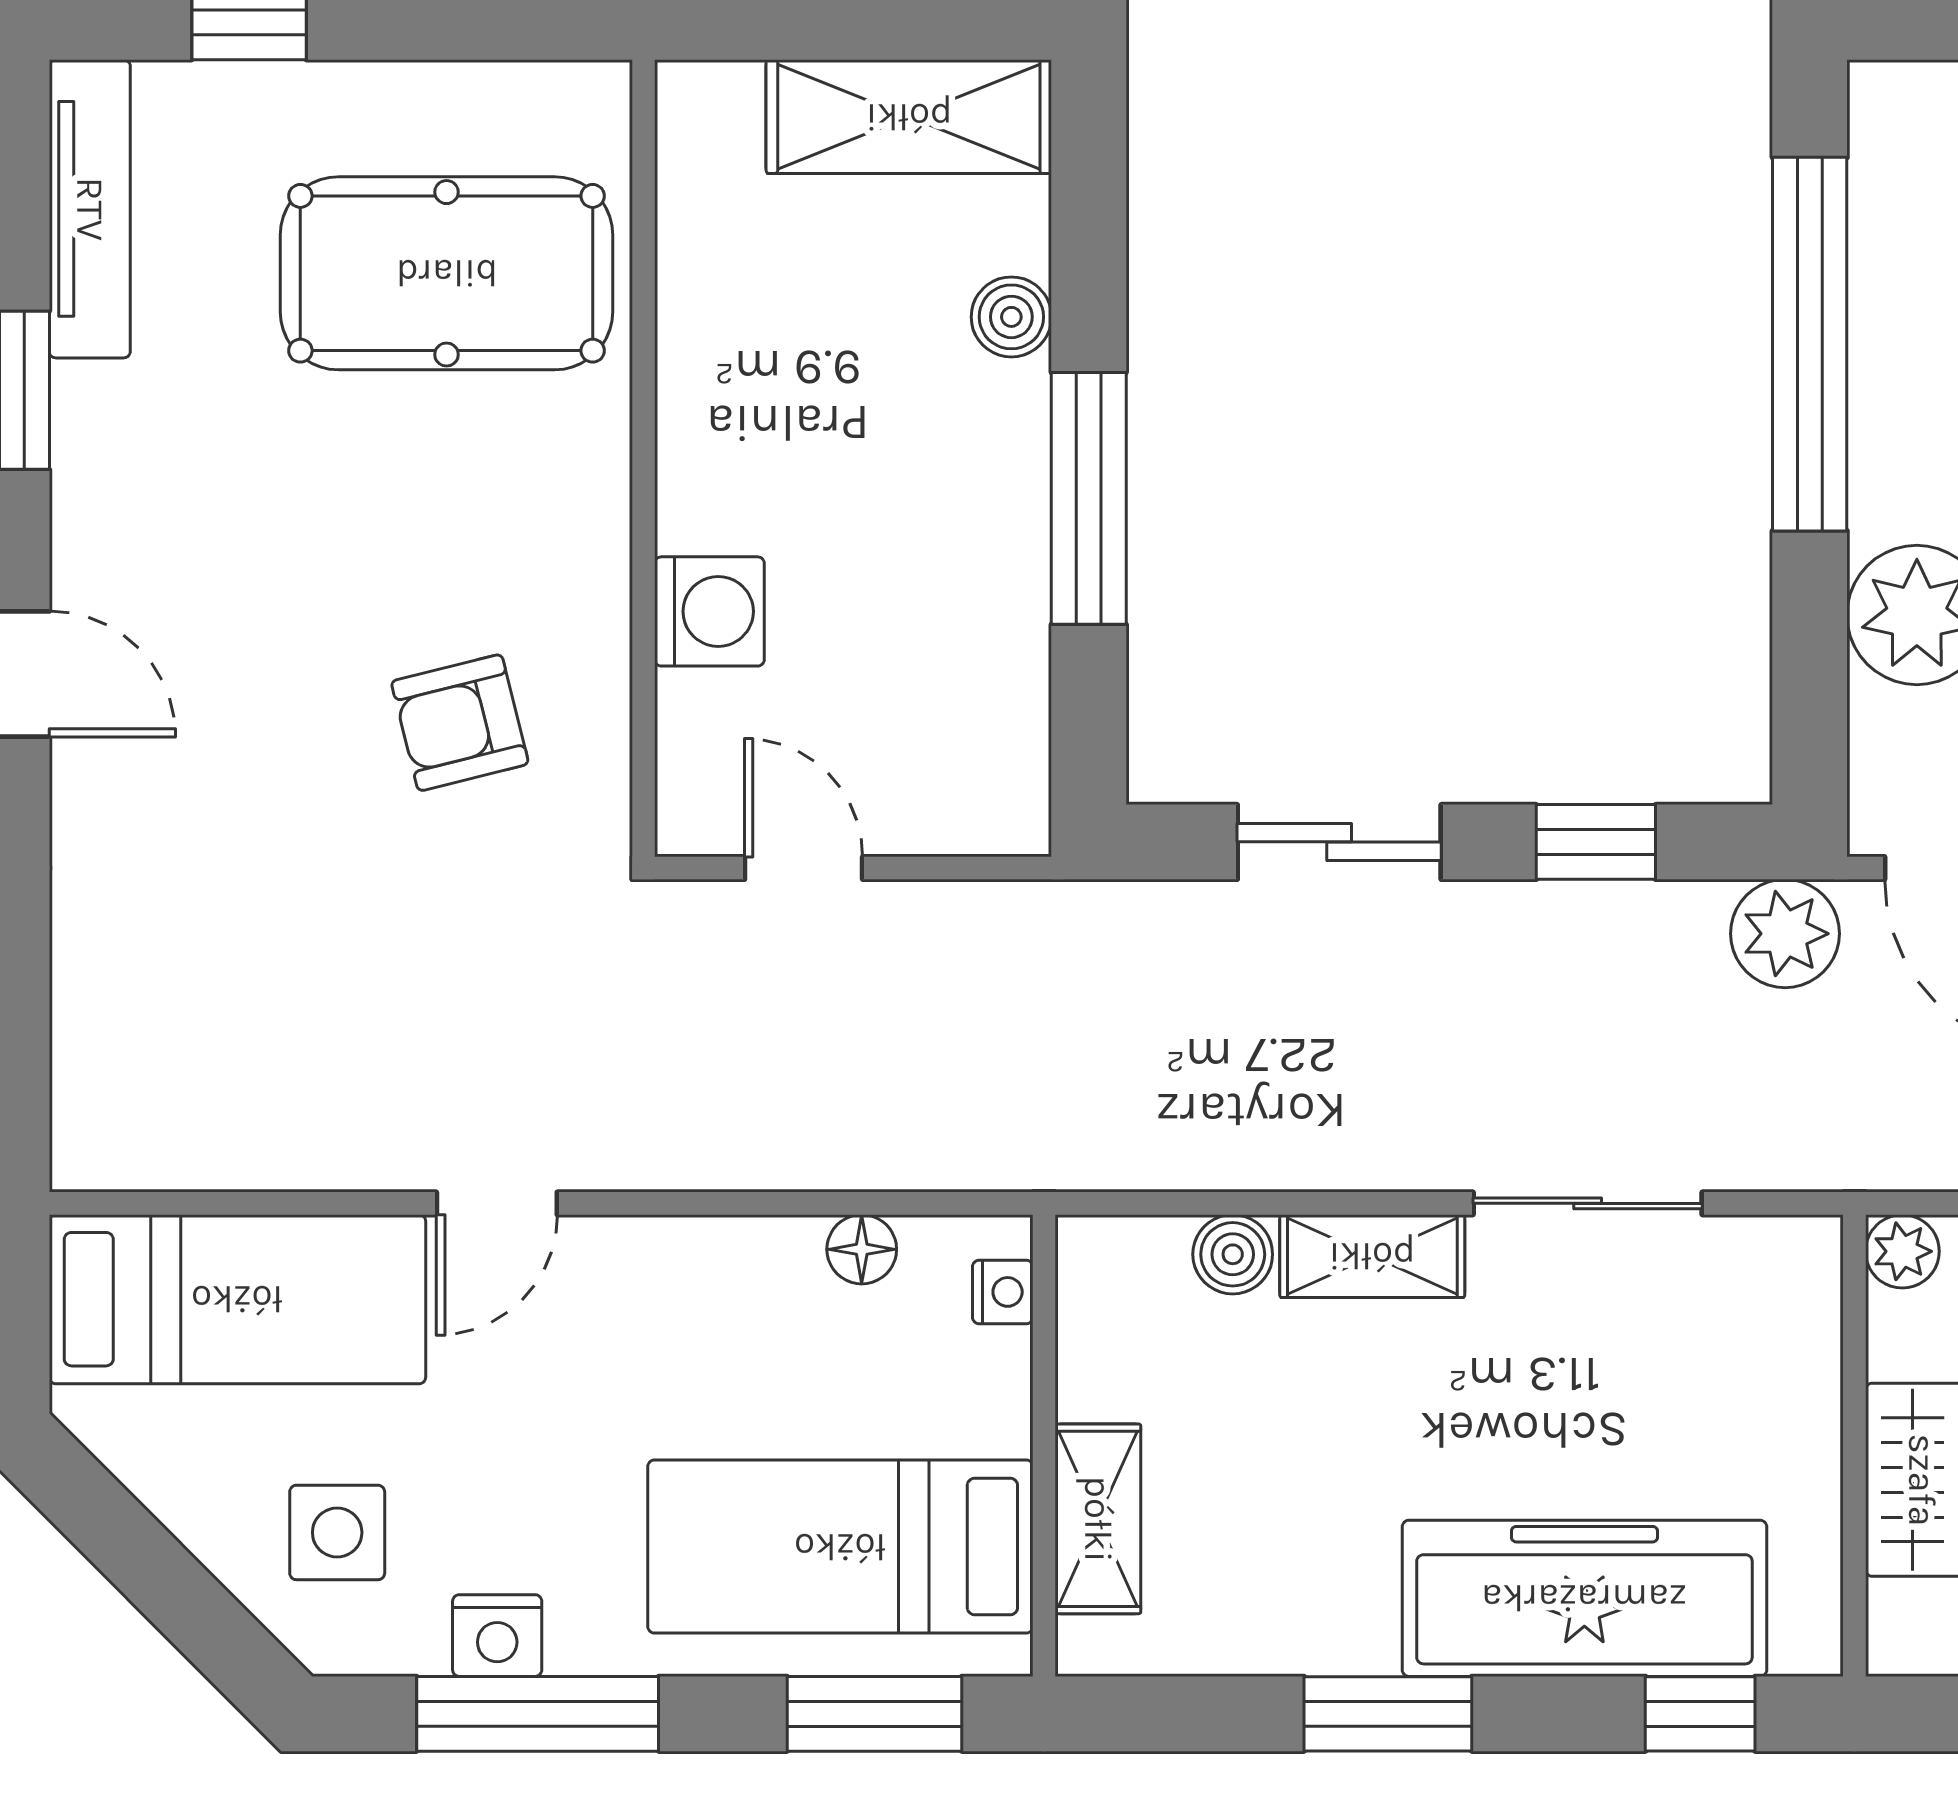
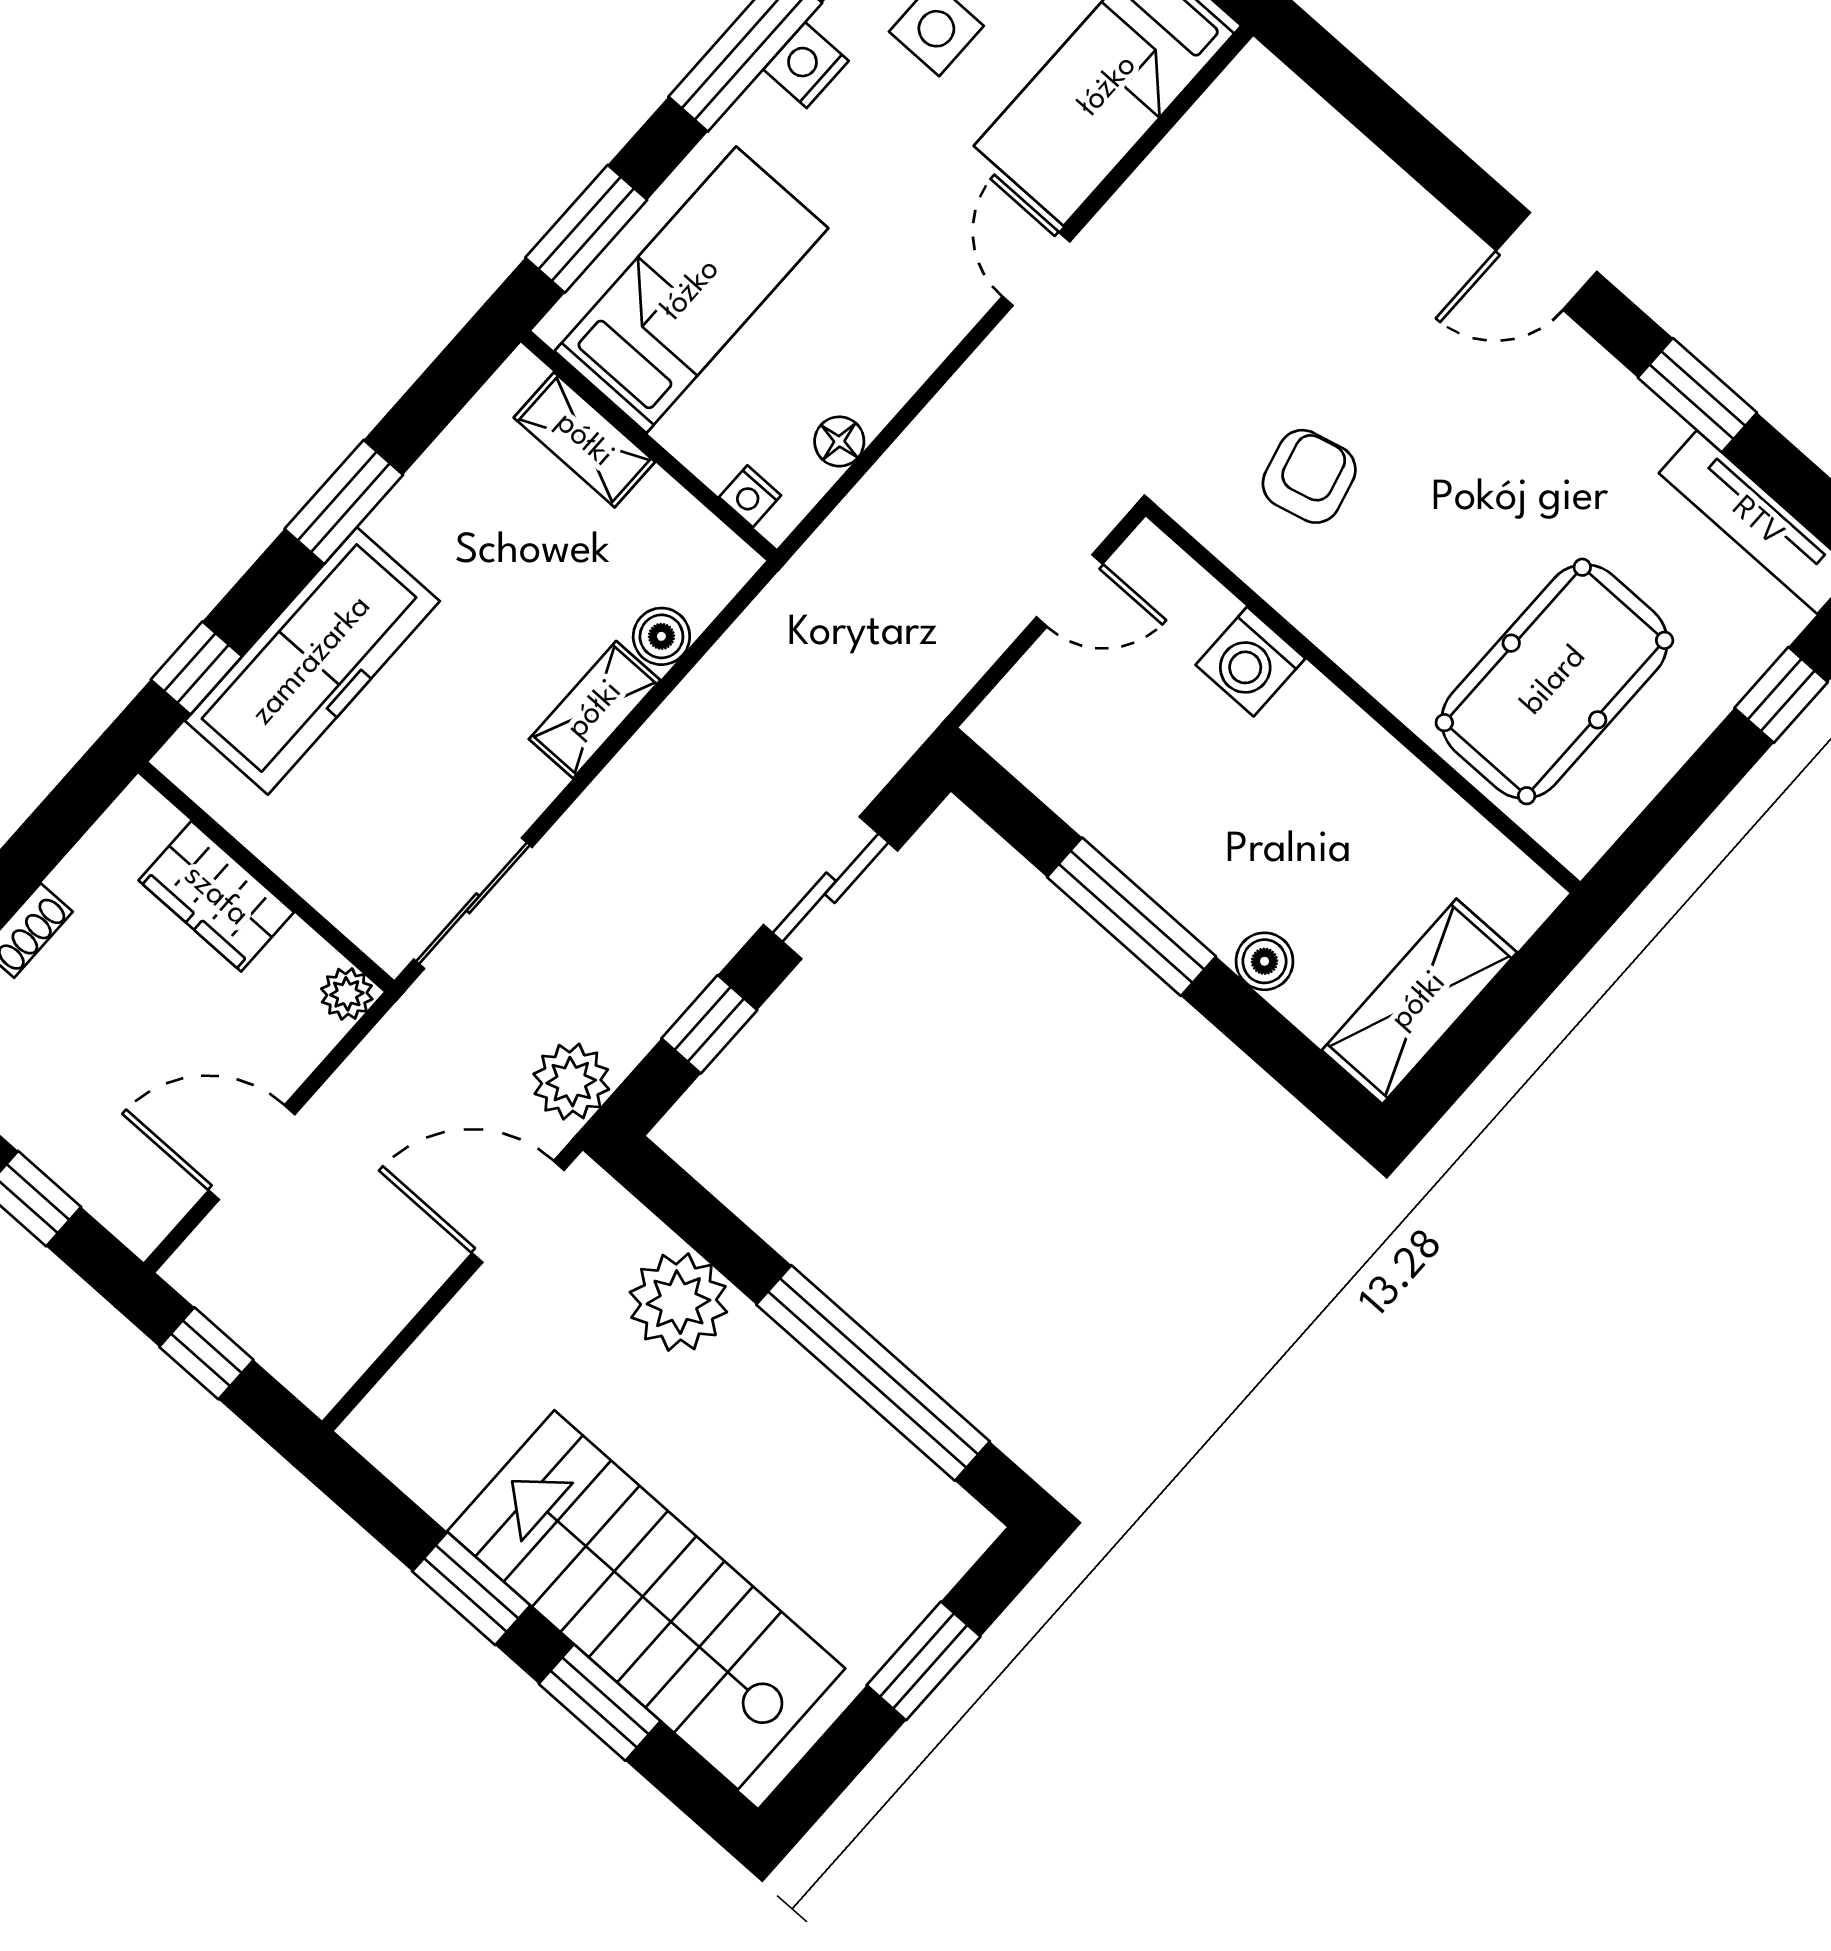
sliding door: (1588, 1203) -> (473, 903), moved

